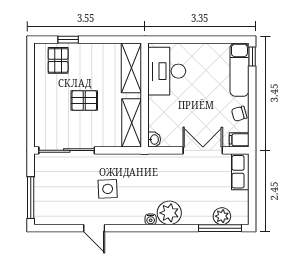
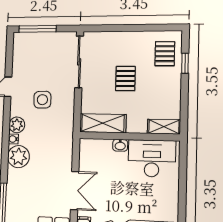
pallet: (58, 60) -> (165, 54), turned 90
shelving: (131, 68) -> (164, 127), width x0.67, depth x0.75
washbasin: (154, 139) -> (120, 145), moved
plant: (222, 216) -> (17, 125), moved

